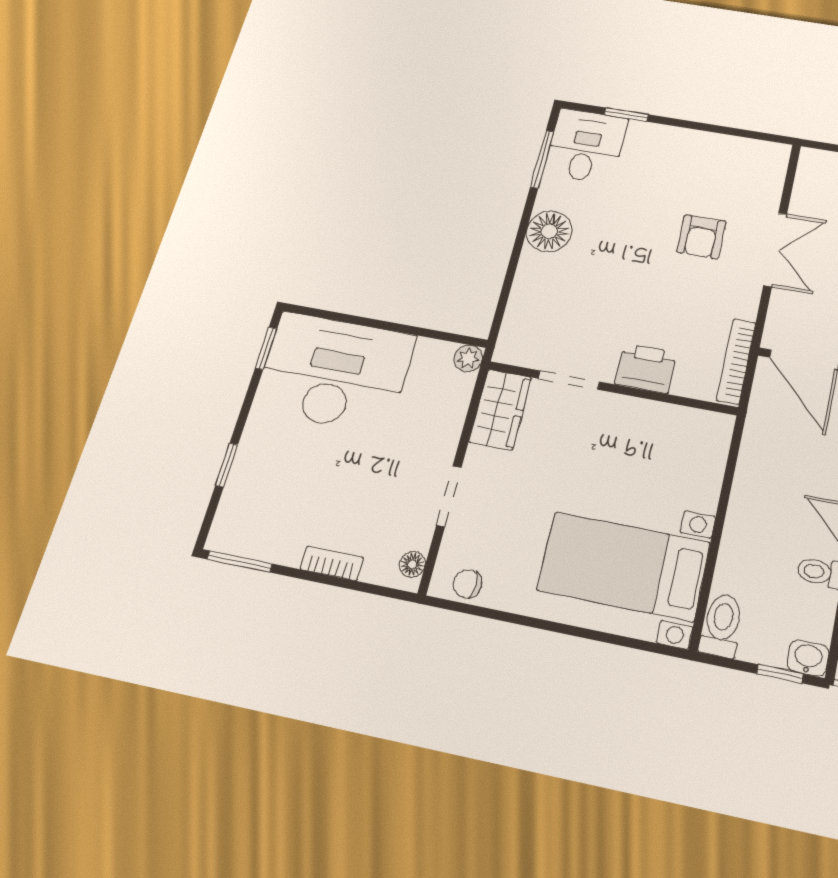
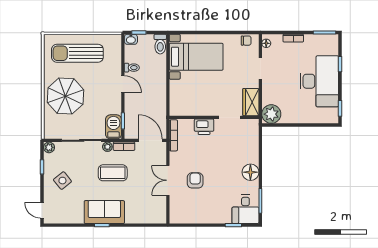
plant: (468, 358) -> (271, 114), width x1.87, depth x1.87
desk: (334, 372) -> (319, 81), moved, turned -90

